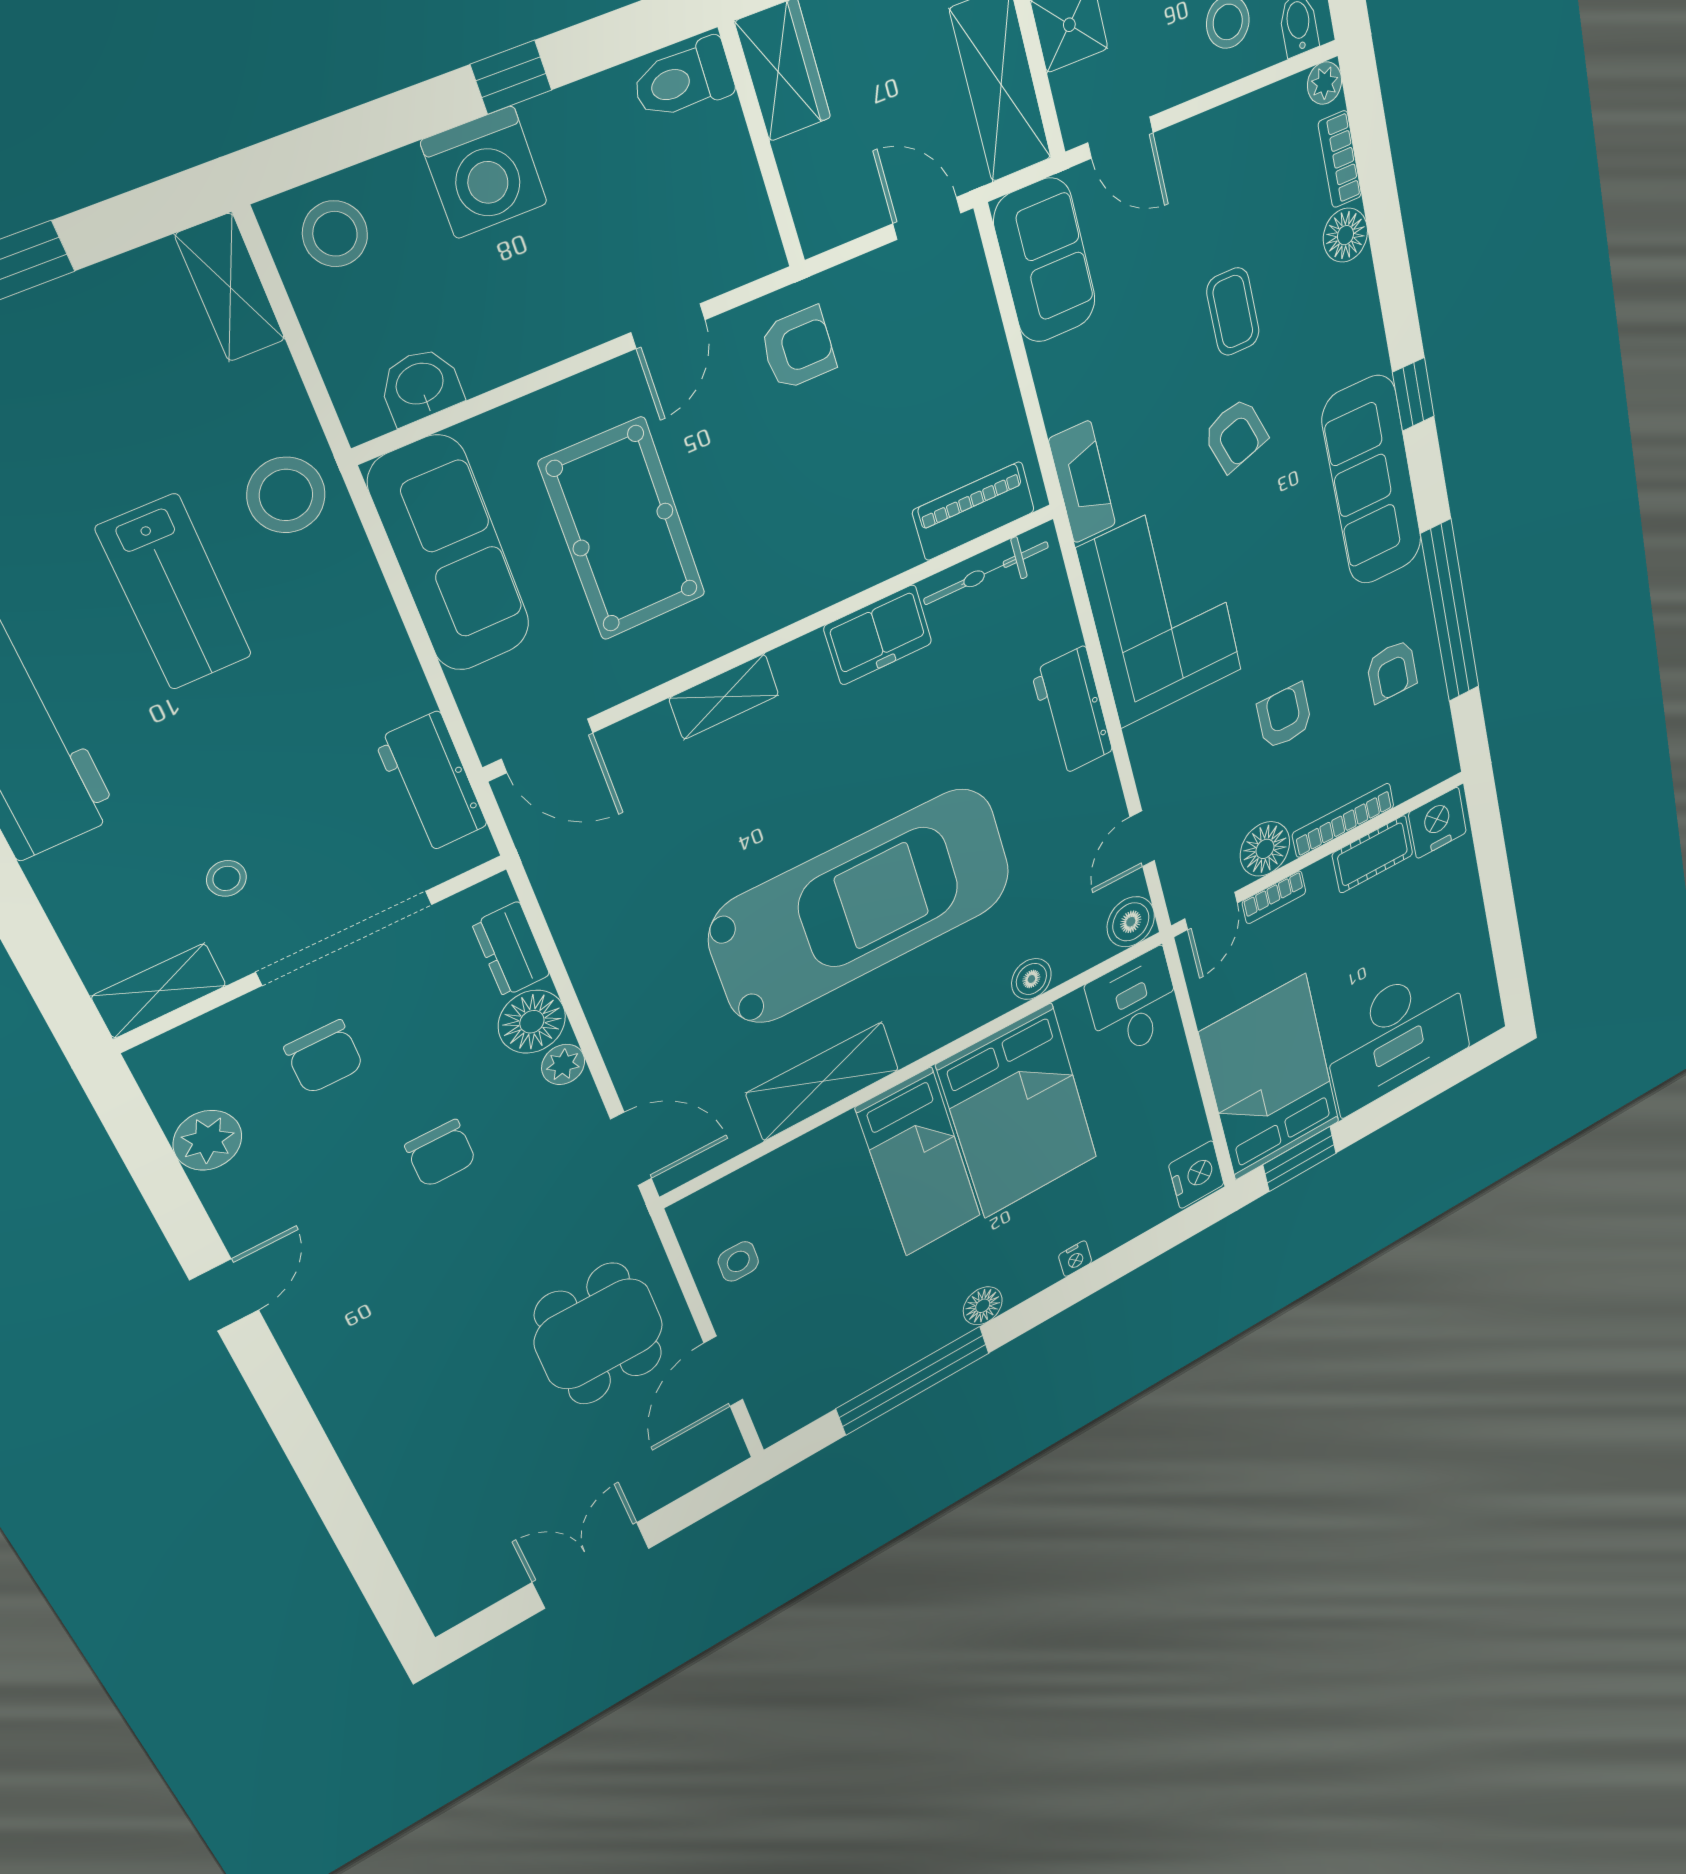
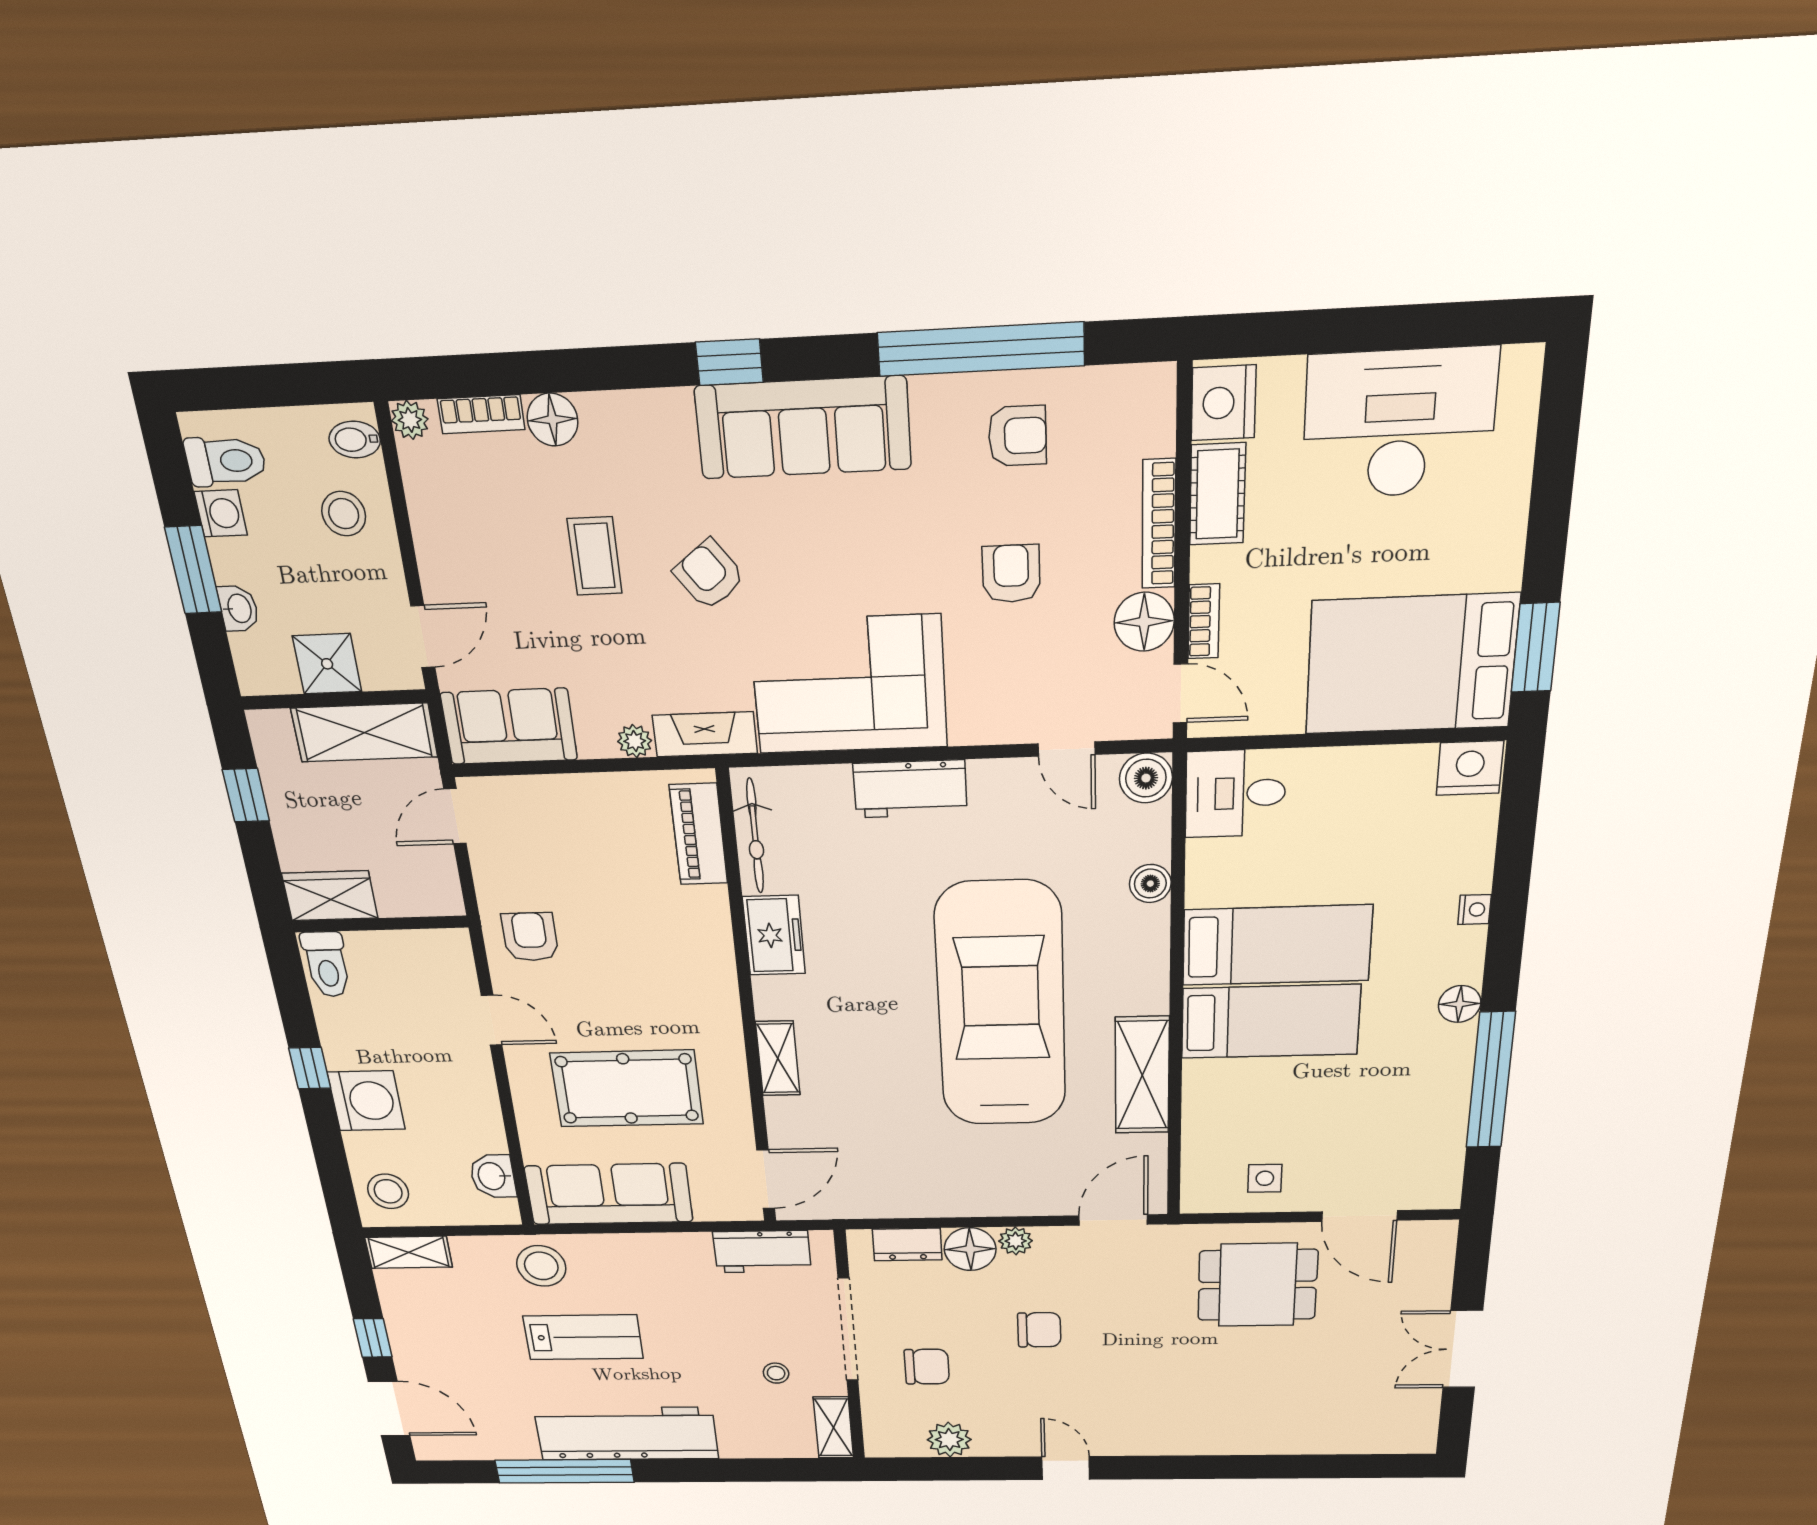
coffee table: (1233, 312) -> (595, 556), turned 90
plant: (1059, 408) -> (635, 741), added
armchair: (1236, 435) -> (709, 575), turned -109
armchair: (1284, 716) -> (1011, 574), turned 90
desk: (1397, 1036) -> (1399, 424), moved, turned -90
bed: (1018, 1112) -> (1277, 945), width x0.67

